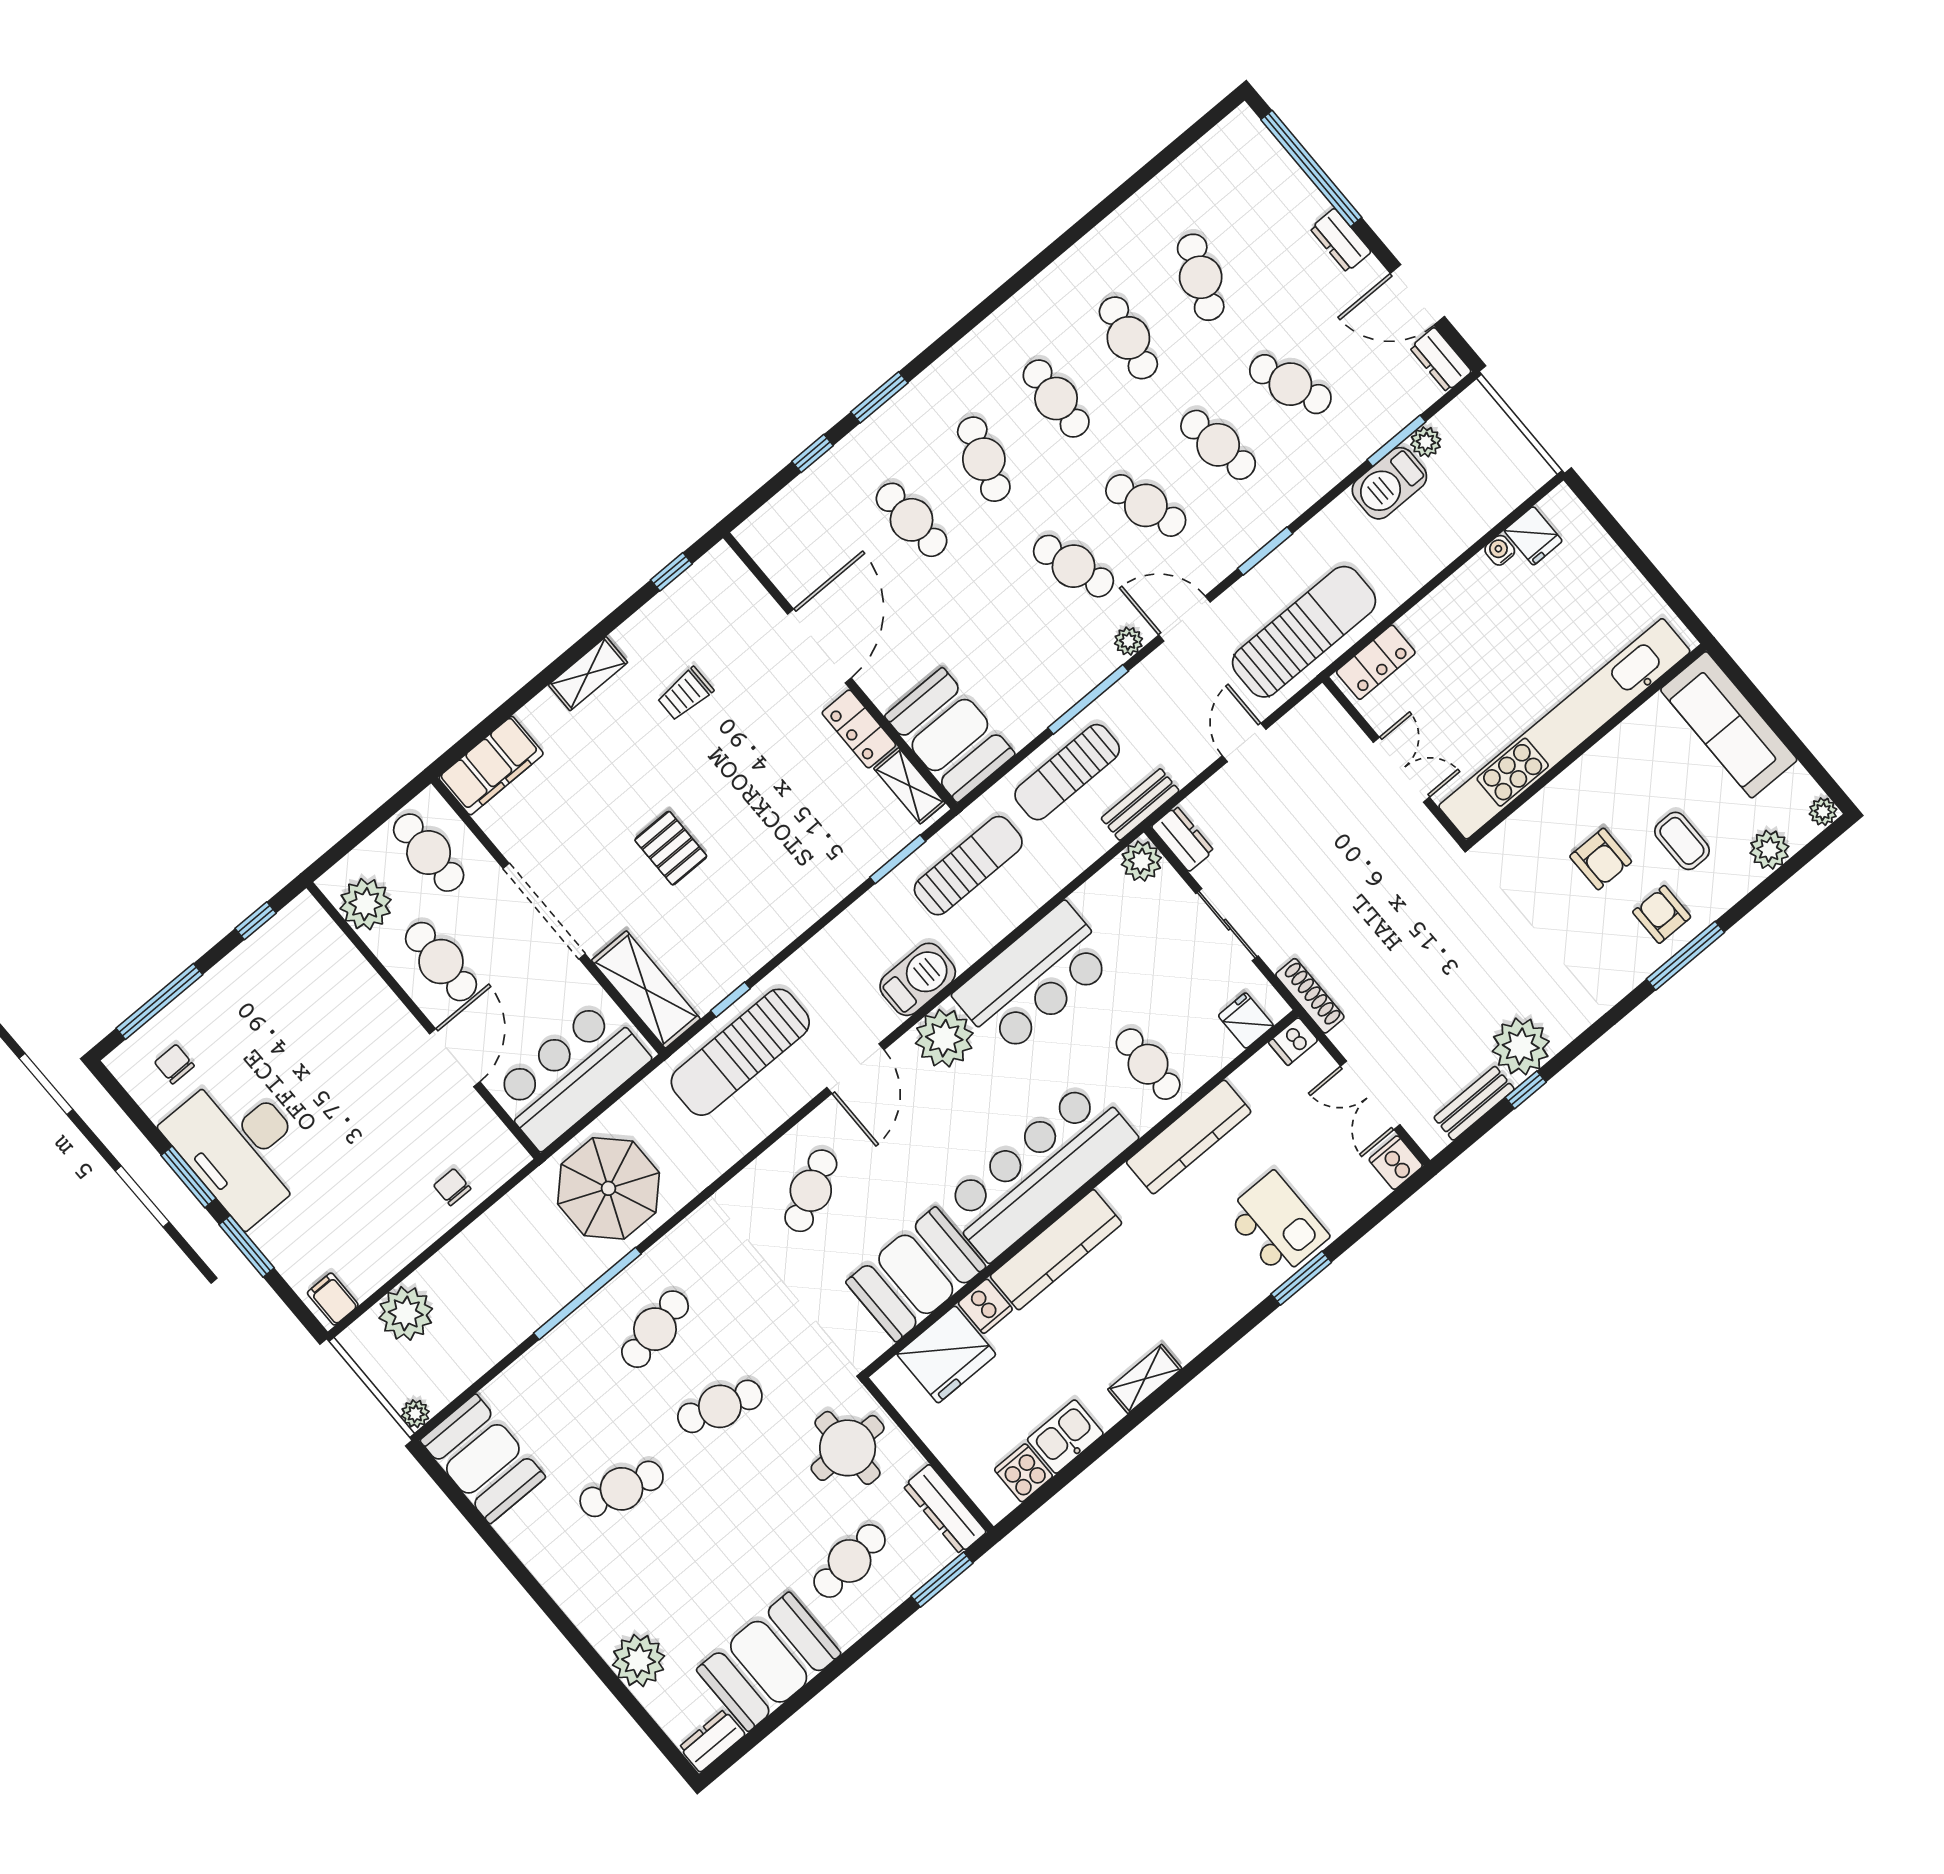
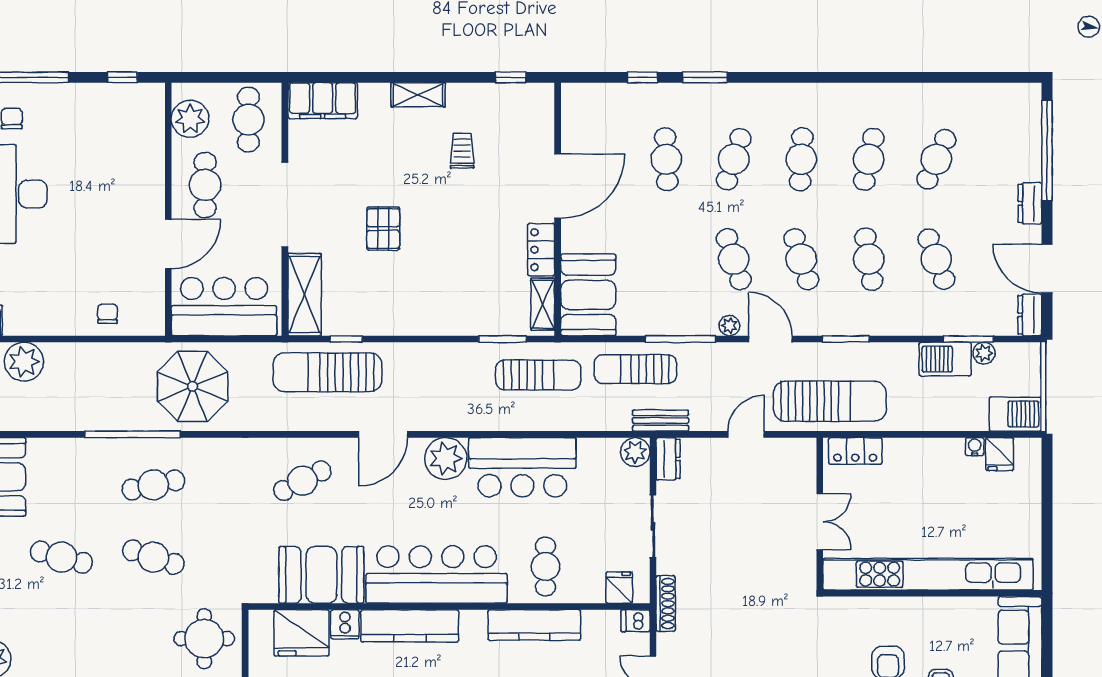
trolley: (685, 694) -> (462, 151), turned 90
barbecue: (918, 979) -> (1015, 414), moved

